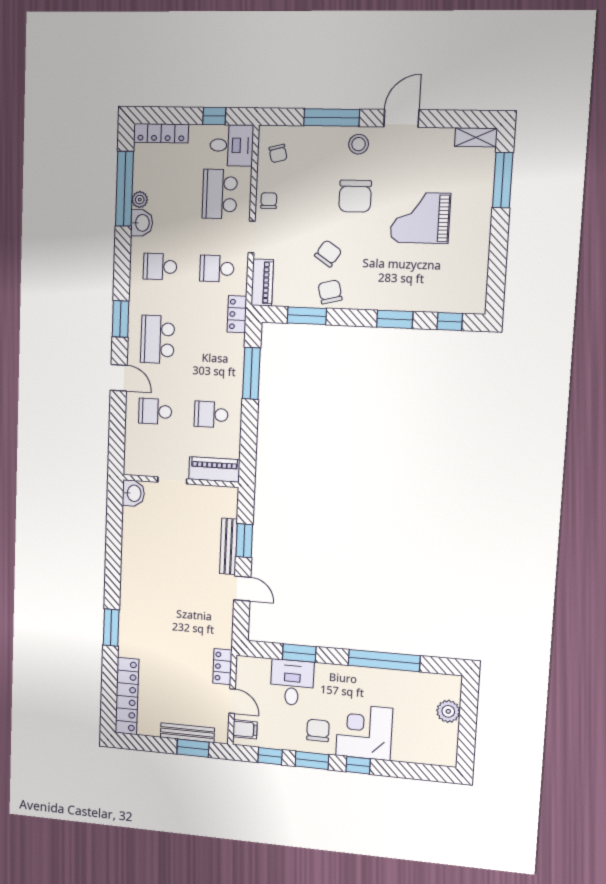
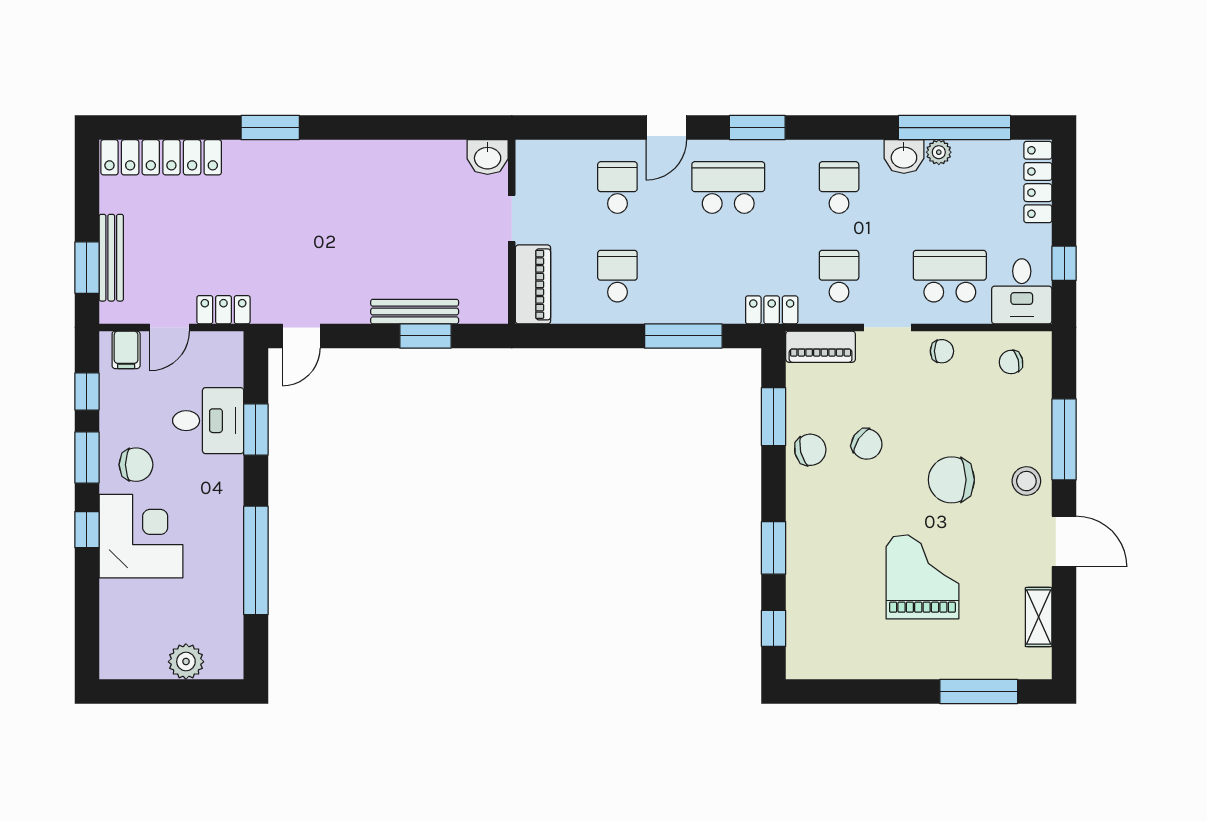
shelving: (476, 137) -> (1039, 617), moved
door: (242, 589) -> (301, 336), moved

